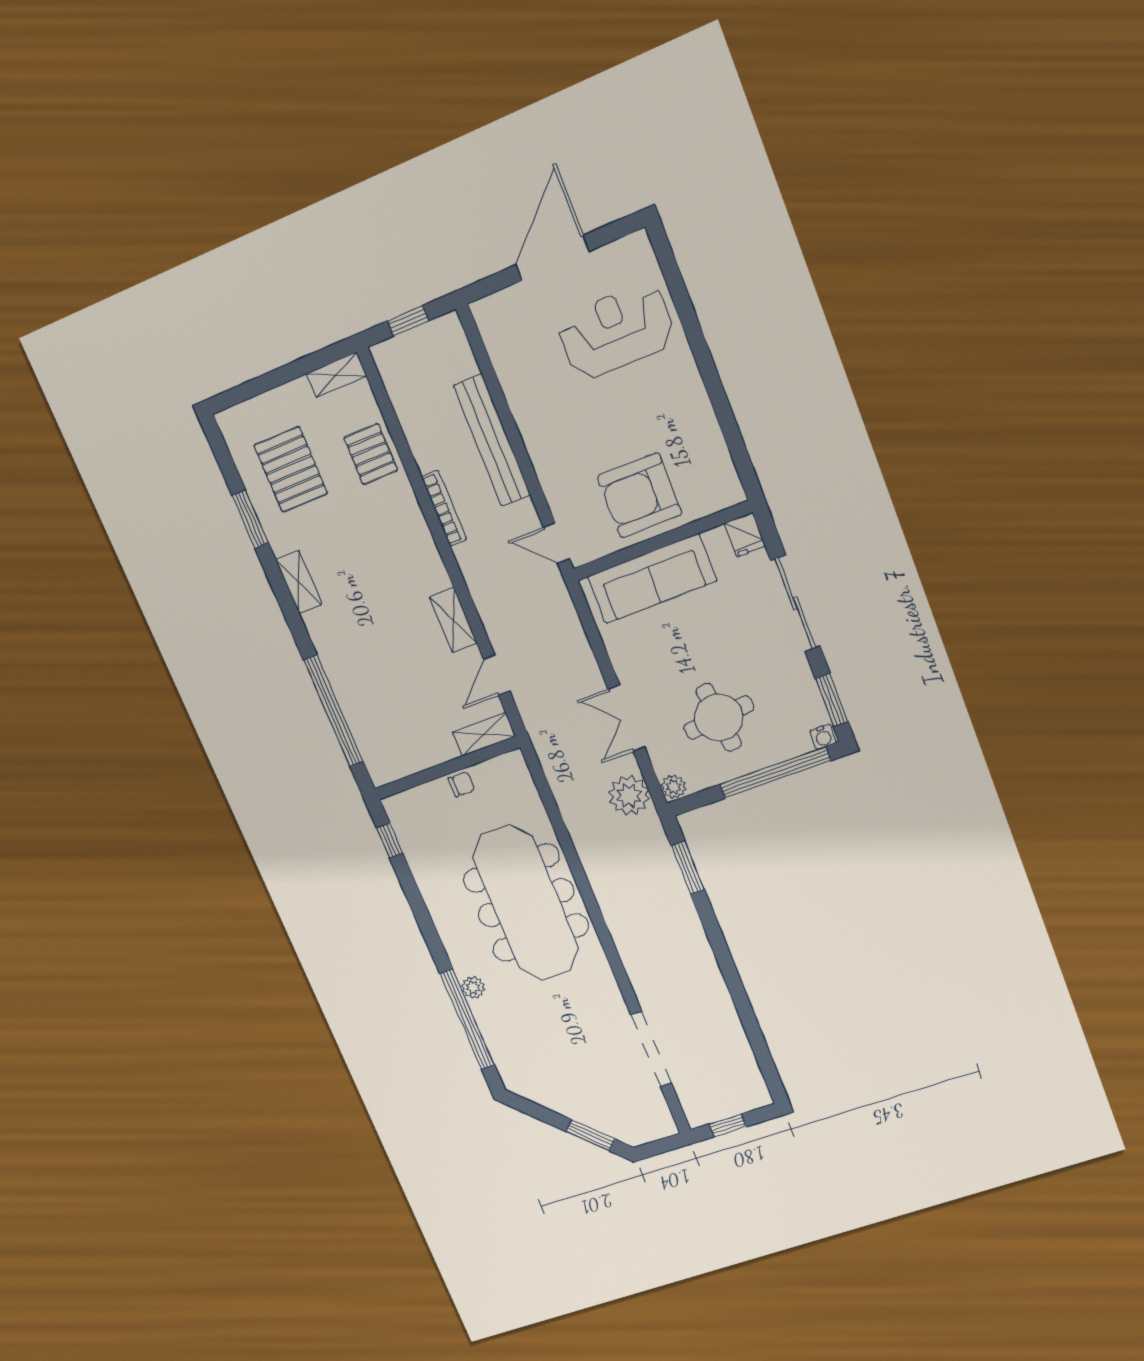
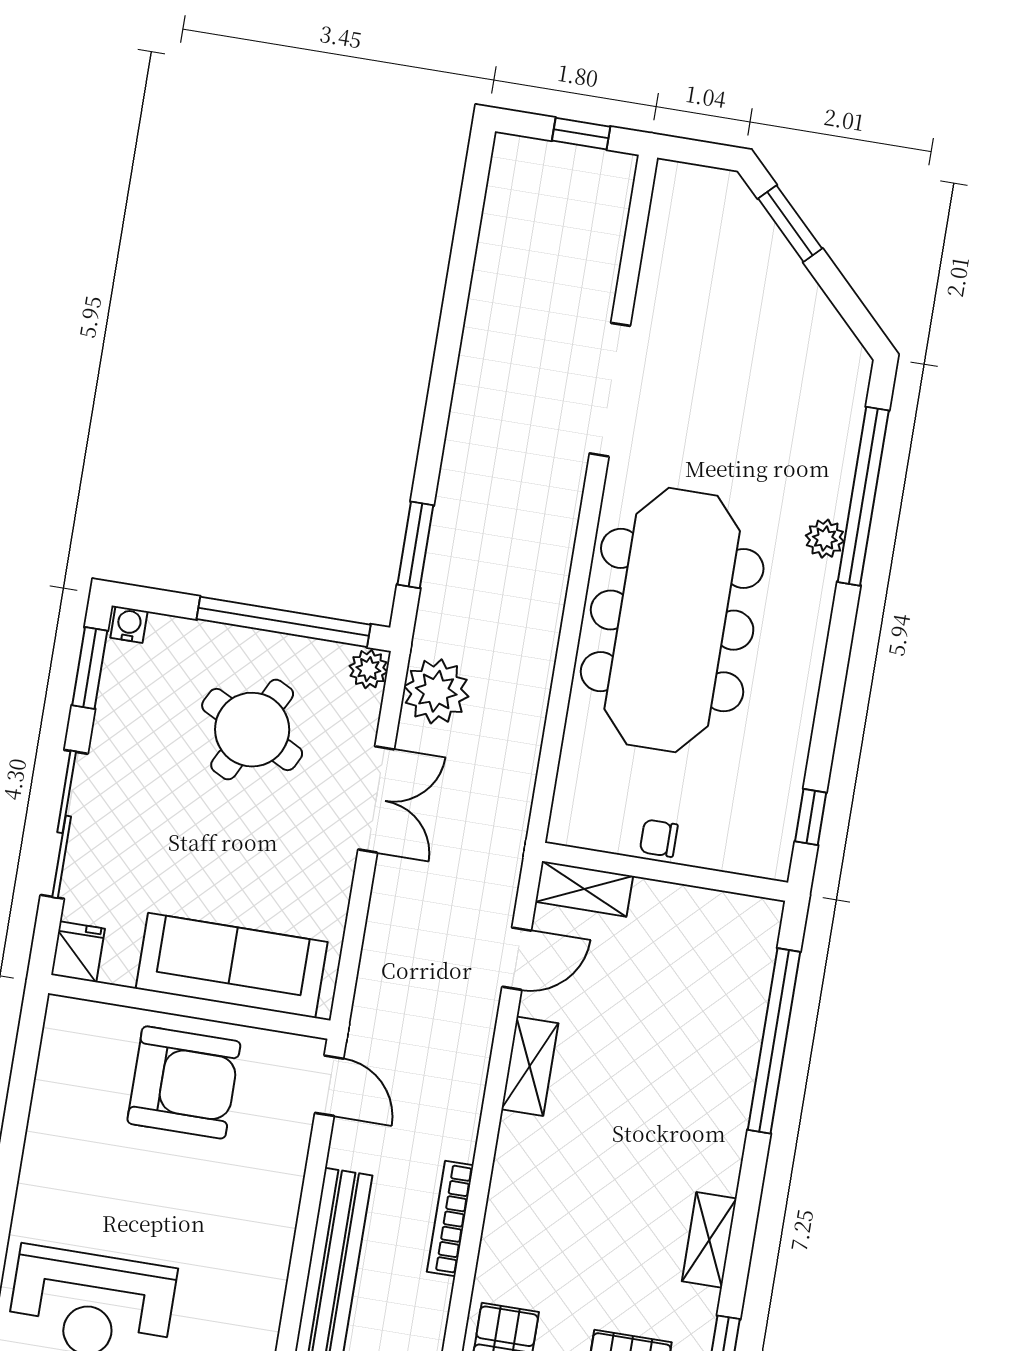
round table: (719, 718) -> (252, 730), turned 33
window: (775, 772) -> (284, 622), moved
doorway: (651, 1049) -> (610, 390), moved

